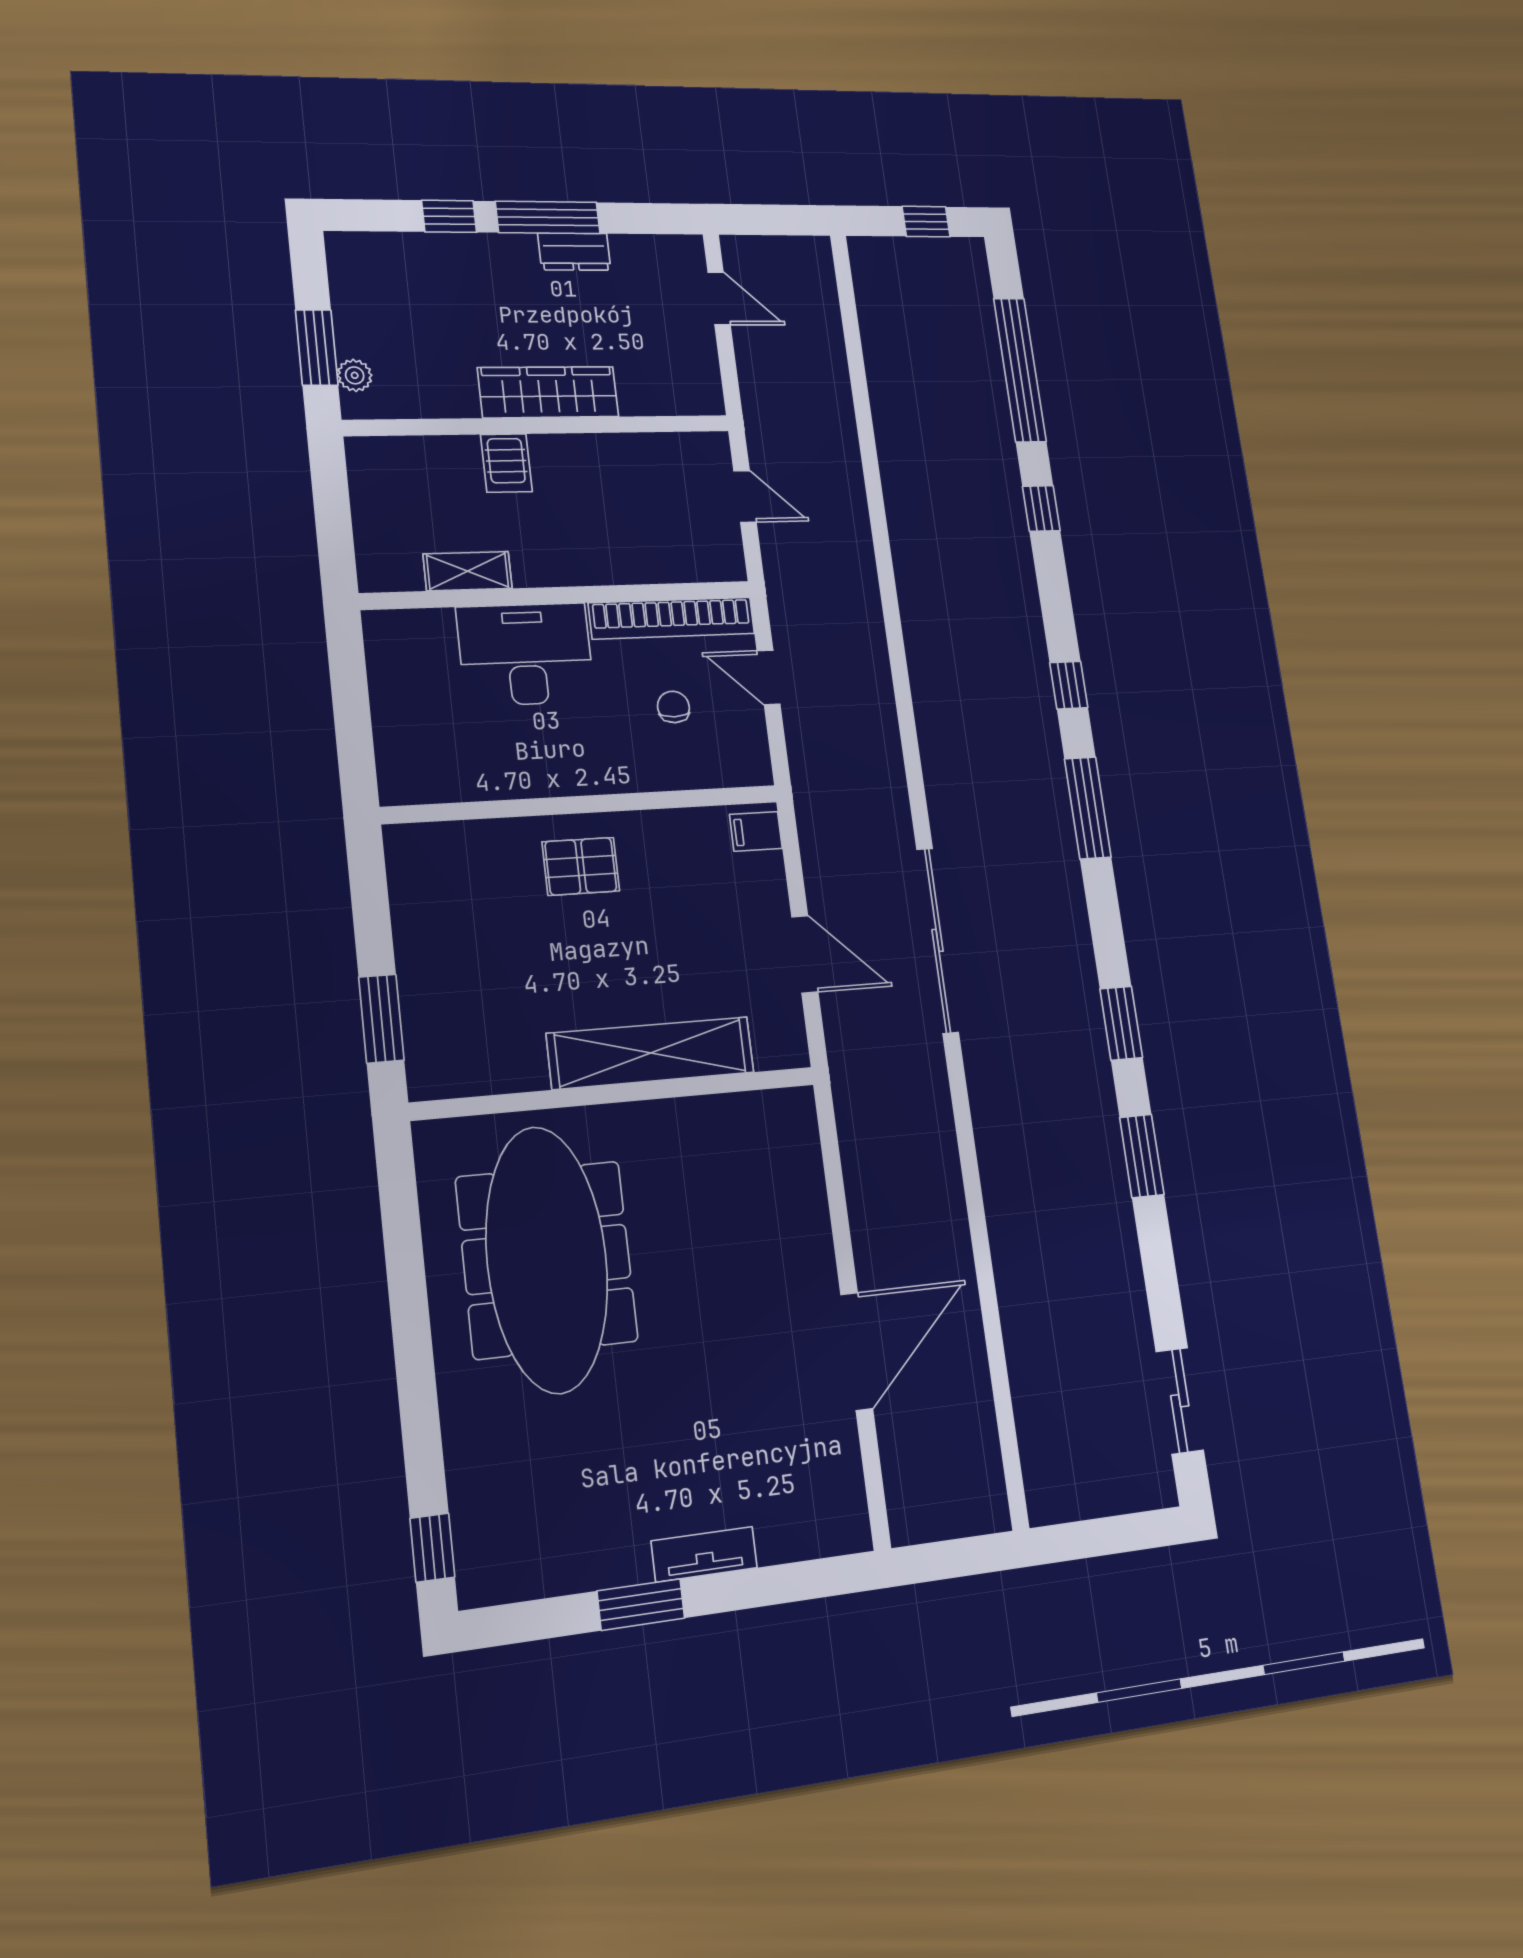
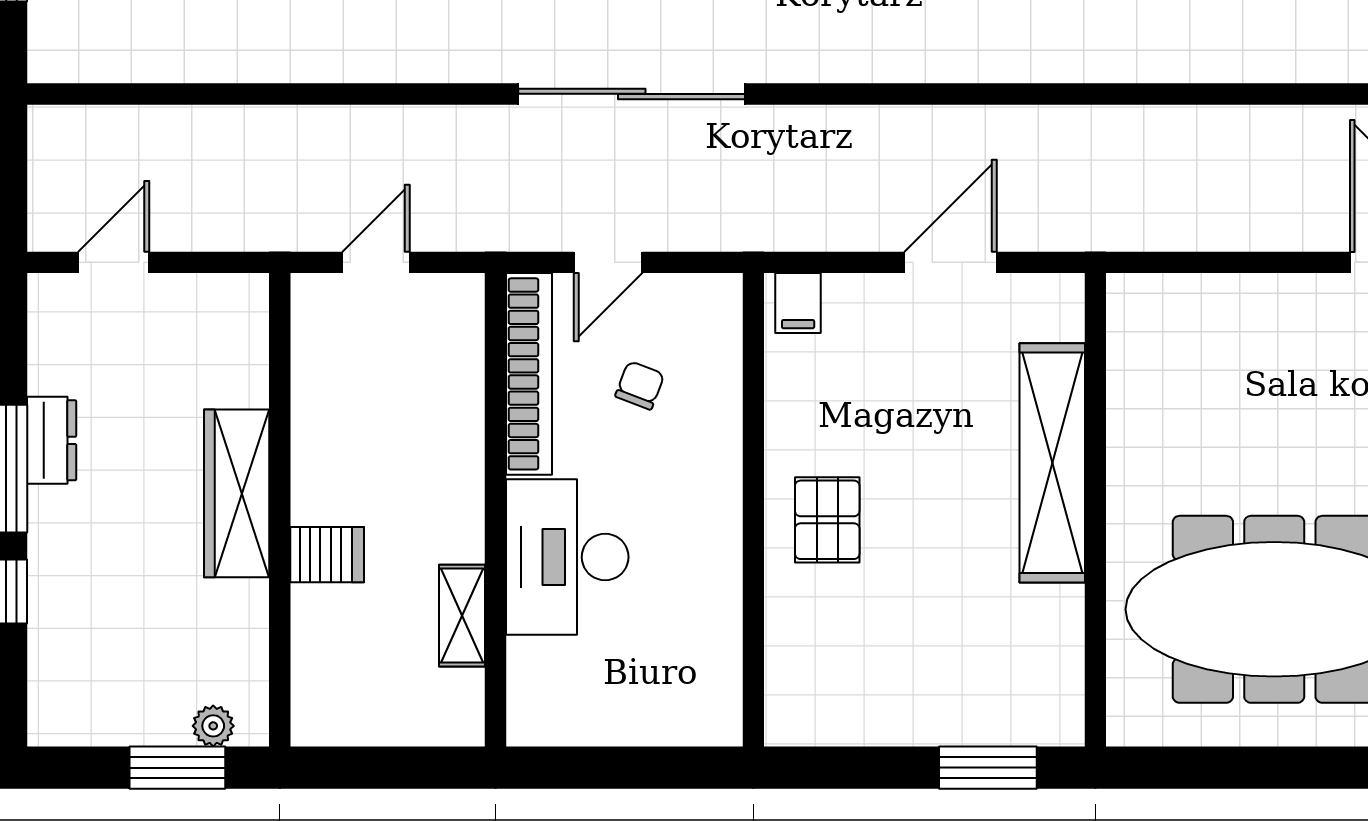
chair: (673, 707) -> (640, 385), turned 111
sliding door: (938, 940) -> (632, 94), moved

